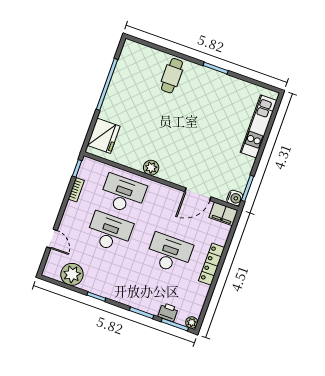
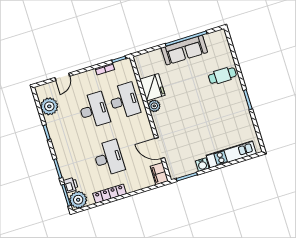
sofa: (117, 95) -> (184, 50), added
fridge: (104, 136) -> (152, 87), moved, turned -90
water cooler: (235, 198) -> (202, 165), moved
locker: (212, 264) -> (110, 194), moved
plant: (192, 322) -> (78, 200), width x1.87, depth x1.87

